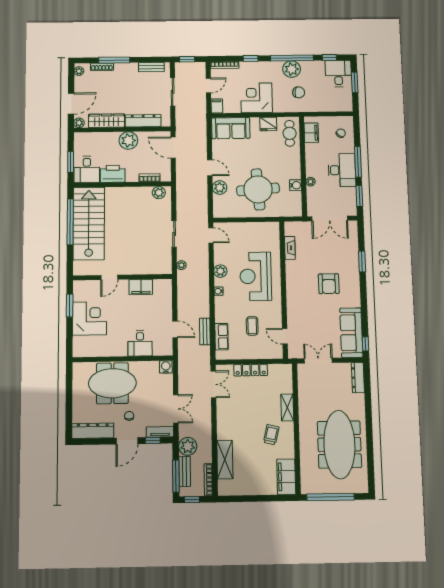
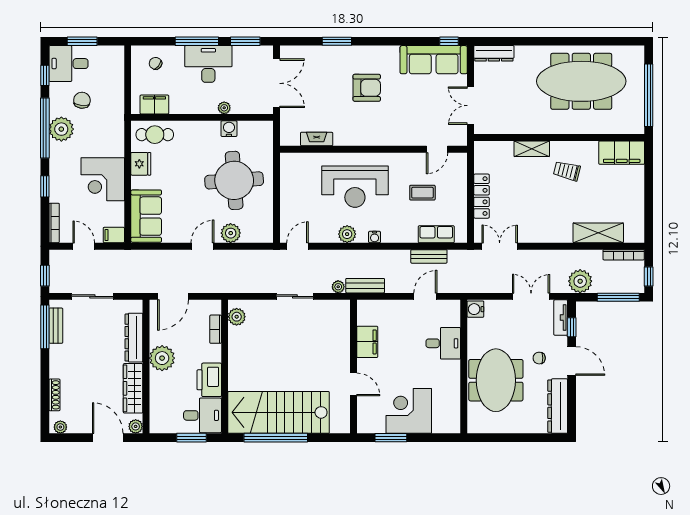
window: (114, 60) -> (45, 327), moved
chair: (299, 92) -> (82, 100), moved
bench: (185, 471) -> (365, 286), moved

